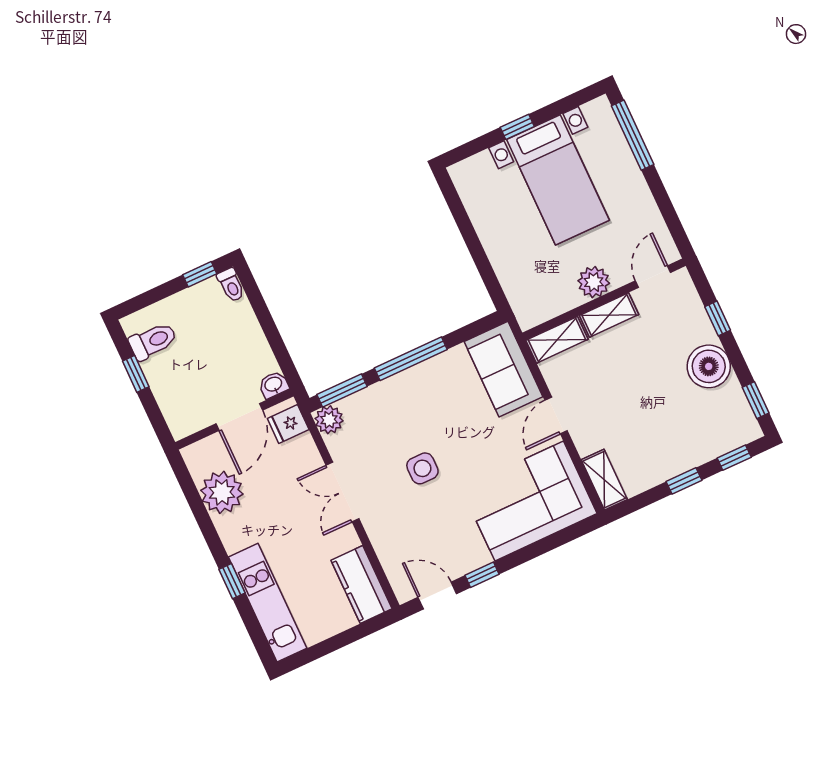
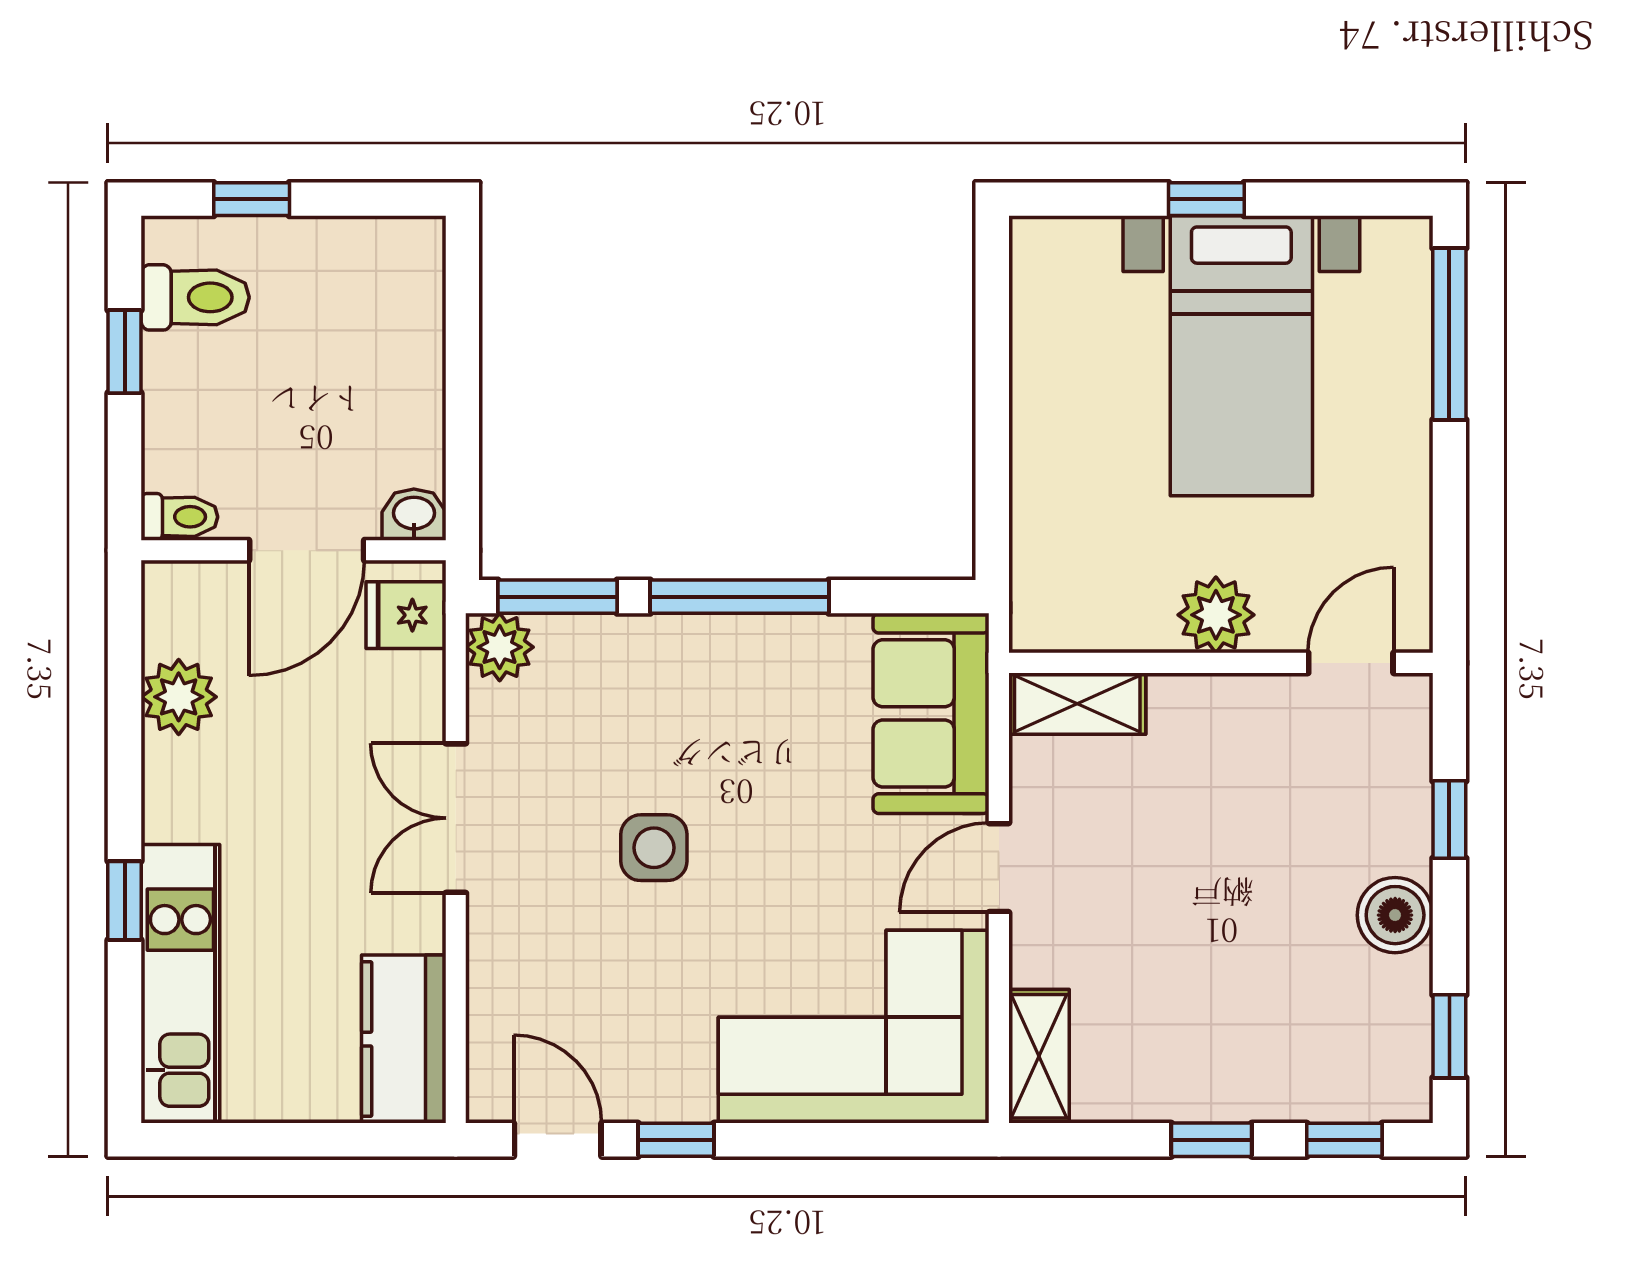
window: (200, 274) -> (252, 199), moved
toilet: (231, 285) -> (179, 517), moved, turned -90
shelving: (609, 315) -> (1216, 702), removed
boiler: (709, 366) -> (1395, 915), width x0.73, depth x0.73
plant: (222, 492) -> (179, 697), width x0.73, depth x0.73

